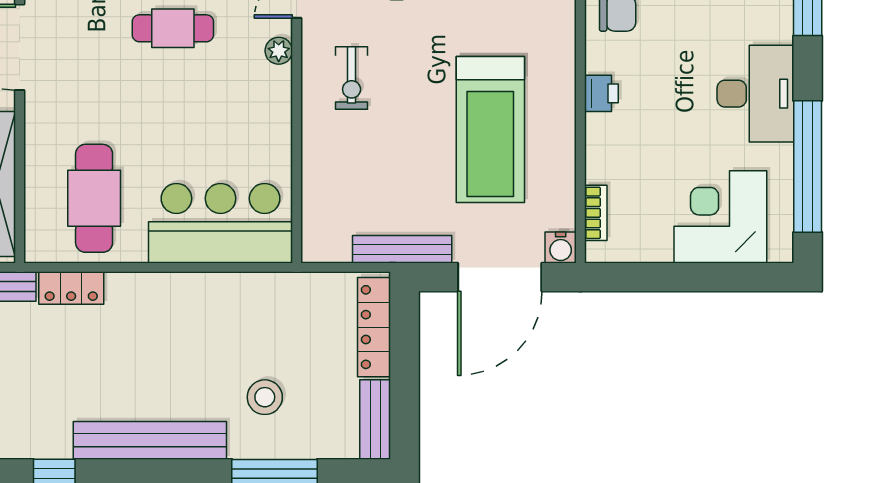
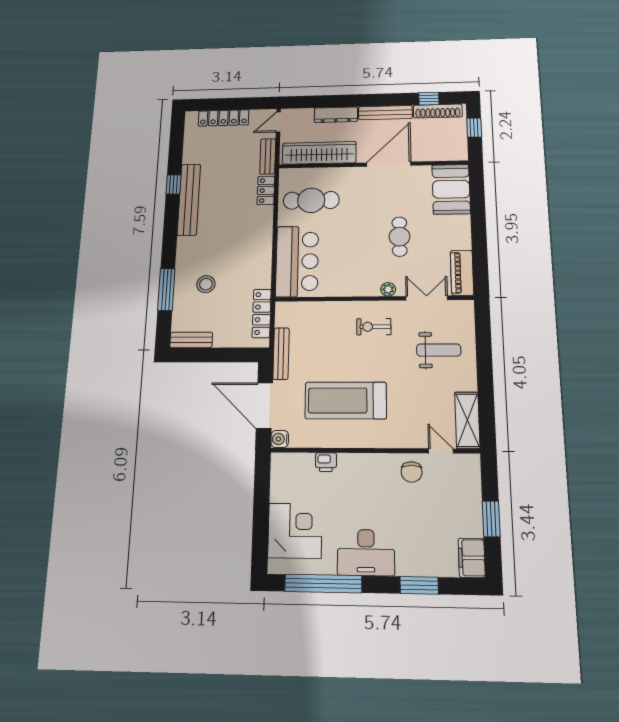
printer: (601, 93) -> (326, 462), moved
bookcase: (596, 213) -> (299, 459), removed
locker: (374, 327) -> (262, 313), moved, turned -90
bench: (150, 440) -> (189, 200), moved

